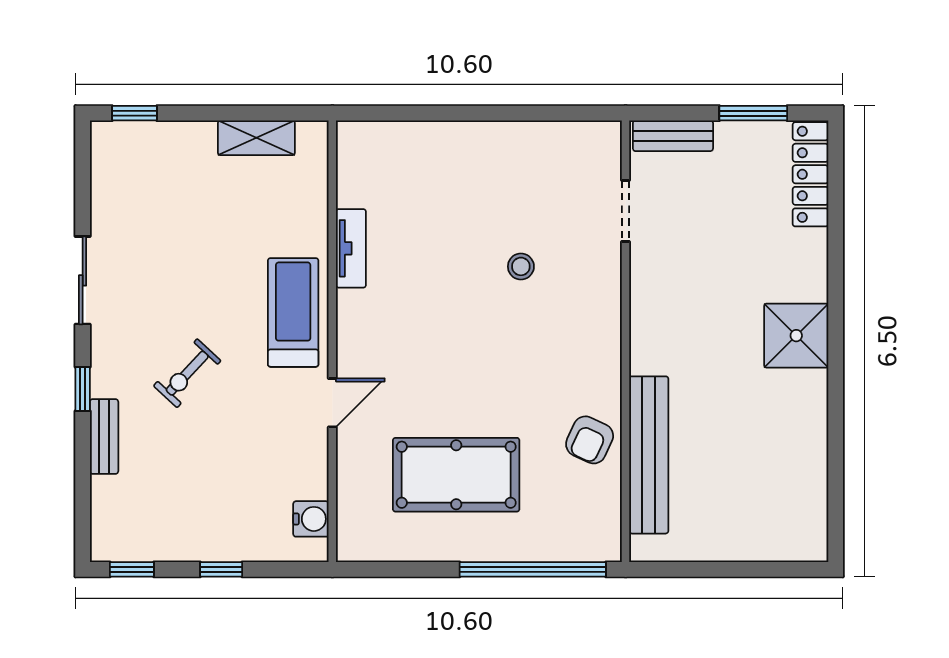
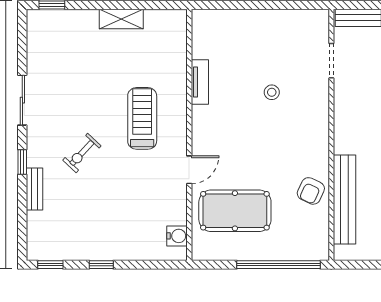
tv unit: (351, 248) -> (200, 82), moved
wall: (332, 341) -> (189, 135), moved
door: (332, 403) -> (189, 170), moved
water cooler: (311, 519) -> (177, 236), moved

